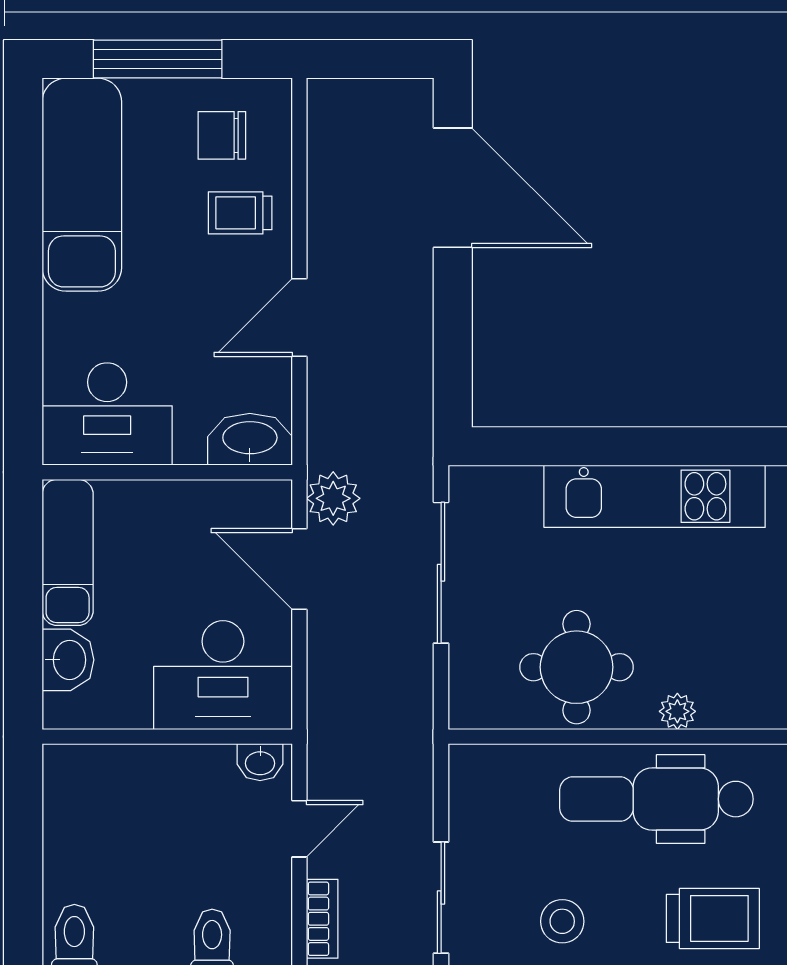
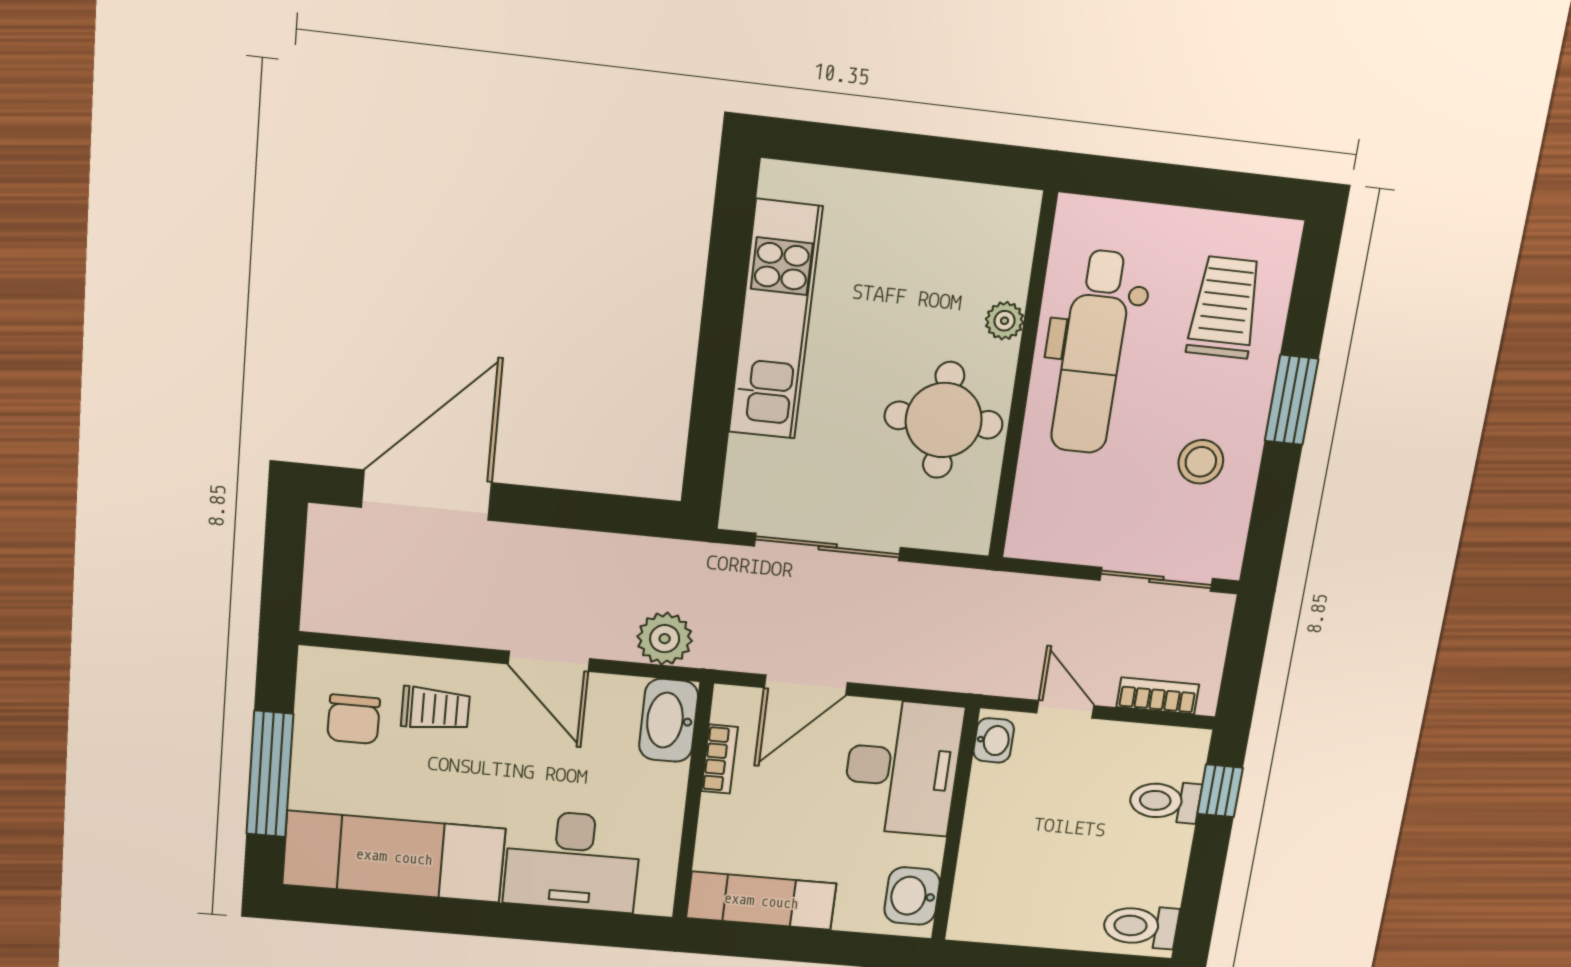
trolley: (240, 213) -> (435, 709), turned -90
desk: (107, 414) -> (573, 861), moved, turned 90
bookcase: (215, 493) -> (719, 759), added
plant: (333, 498) -> (665, 639), moved
washbasin: (68, 660) -> (912, 896), moved, turned -90

